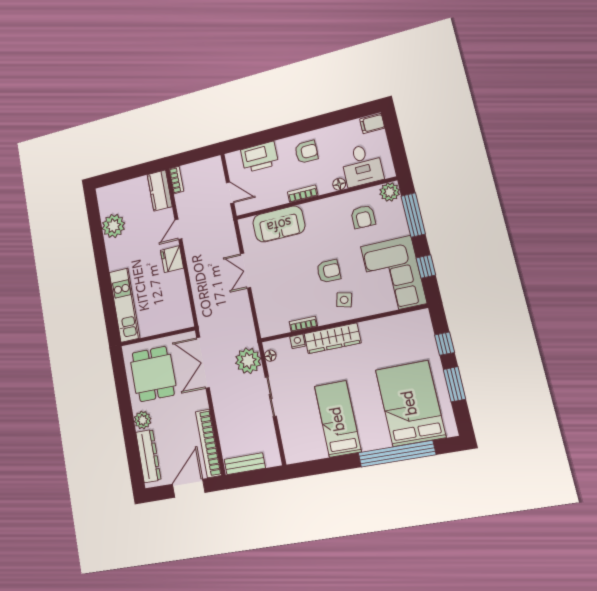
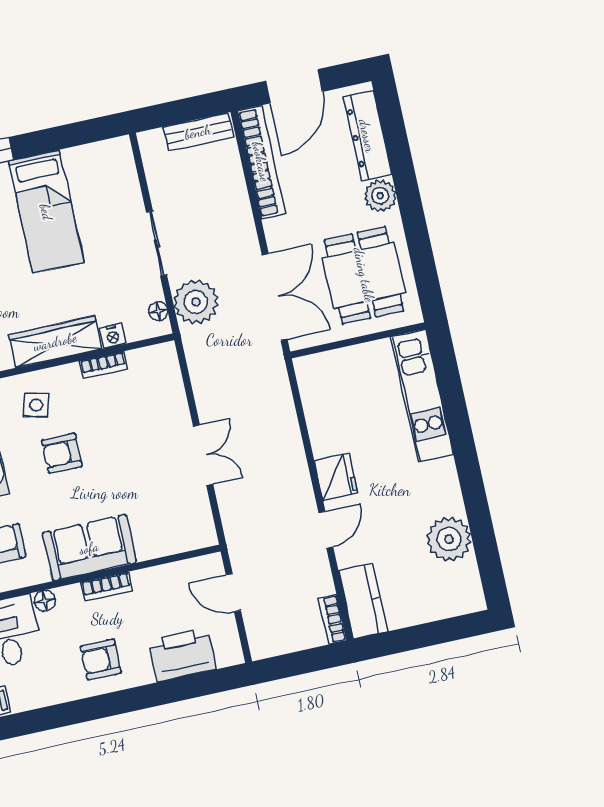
sofa: (279, 224) -> (89, 548), moved

